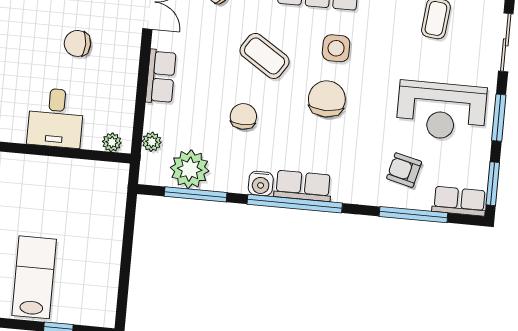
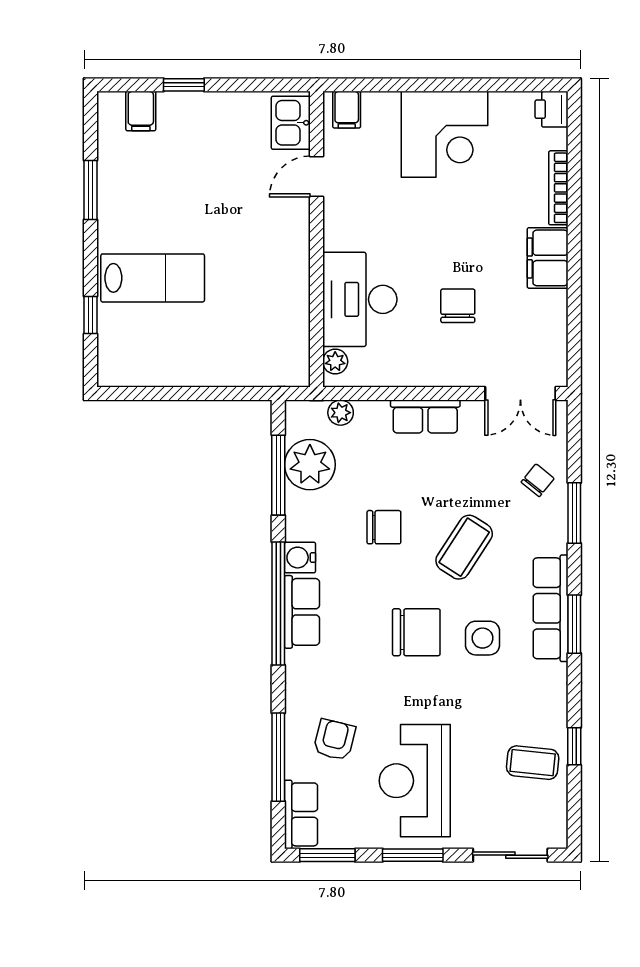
desk: (56, 118) -> (360, 299), width x1.37

